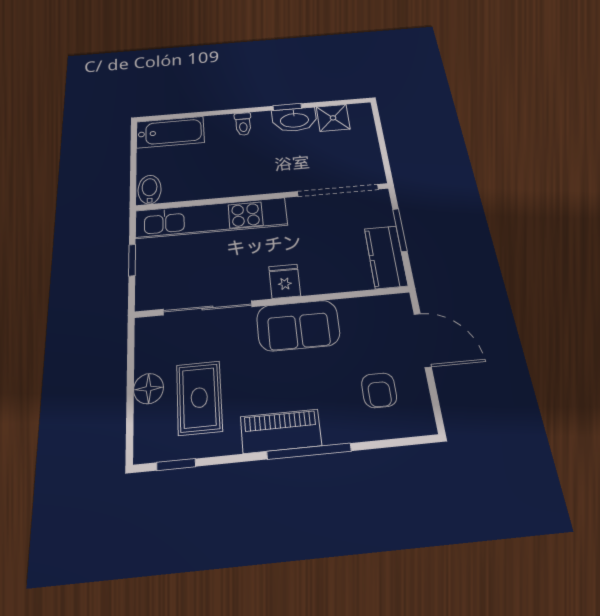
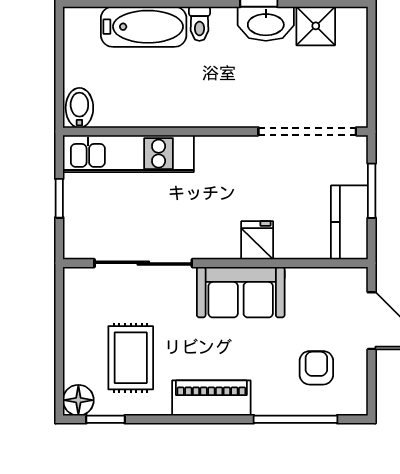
bathtub: (170, 132) -> (144, 27), moved
kitchen unit: (211, 218) -> (128, 154), width x0.73
fridge: (285, 281) -> (257, 240), moved
floor lamp: (149, 389) -> (78, 400), moved
armchair: (379, 390) -> (316, 368), turned 180
window: (309, 451) -> (296, 419), moved

